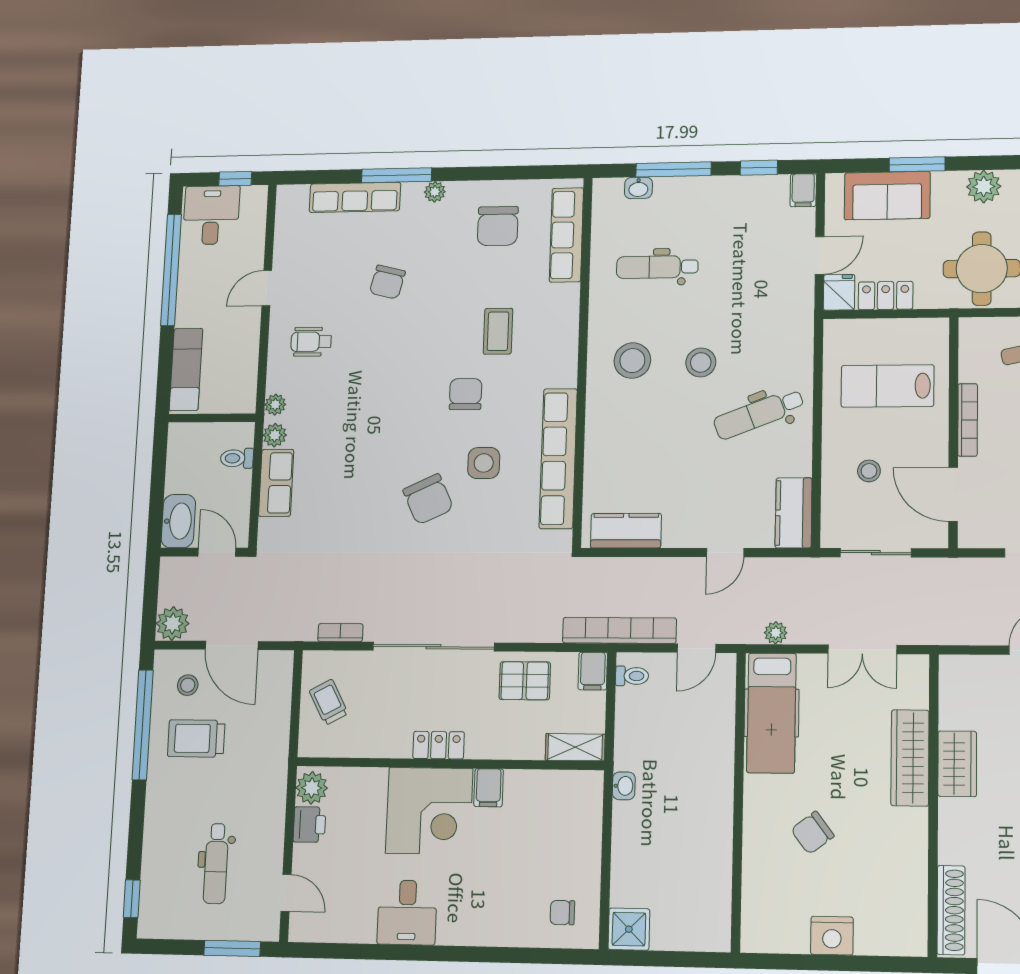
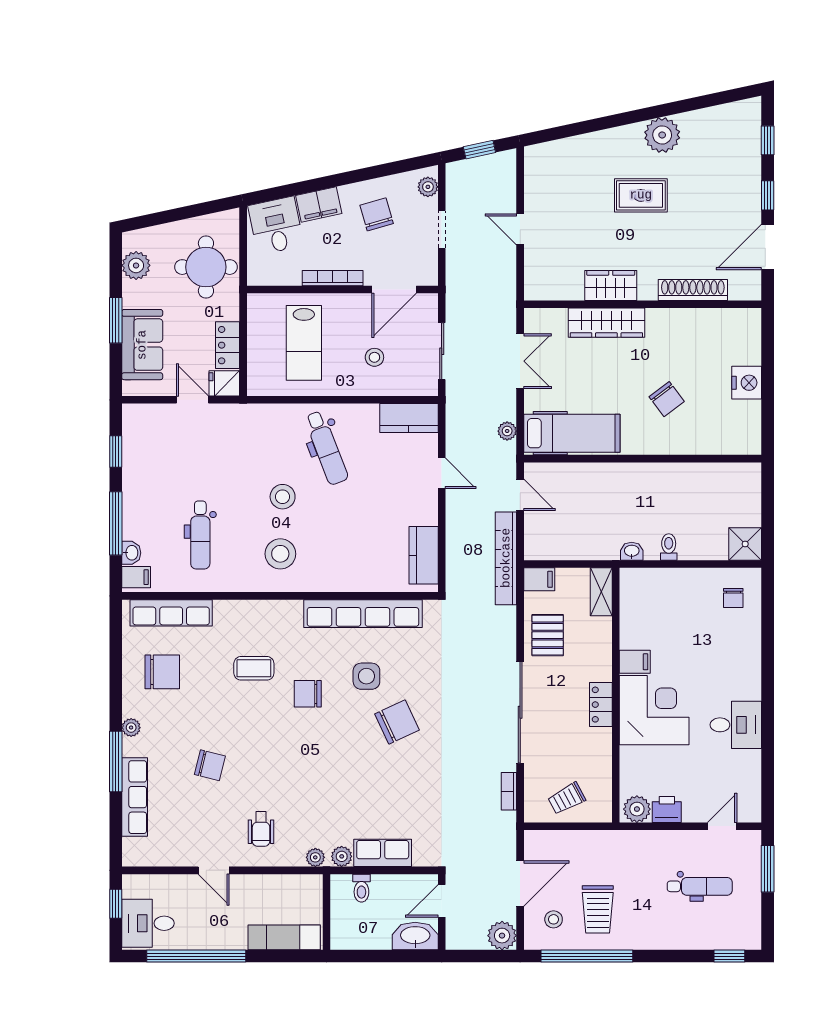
filing cabinet: (803, 190) -> (136, 577), moved
toilet: (632, 676) -> (669, 547), moved
shoe rack: (951, 910) -> (693, 290), moved

